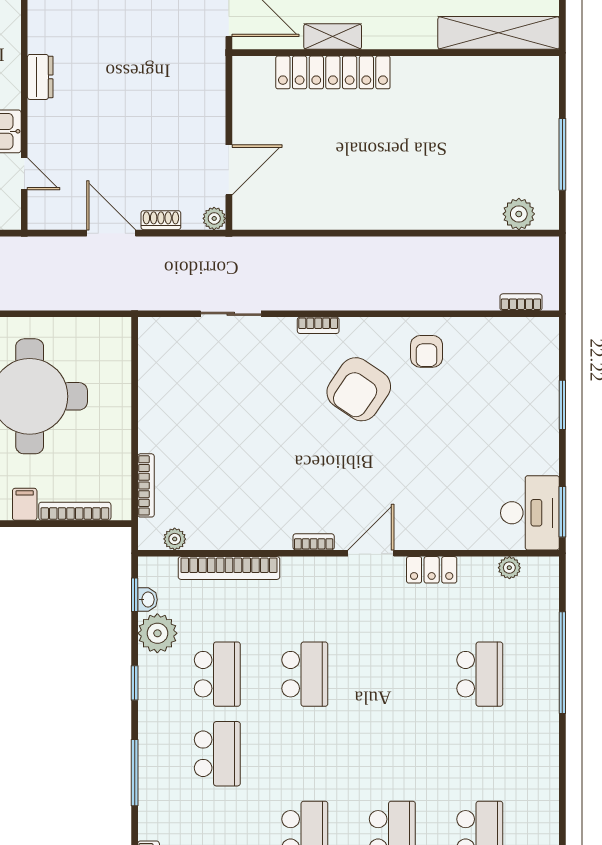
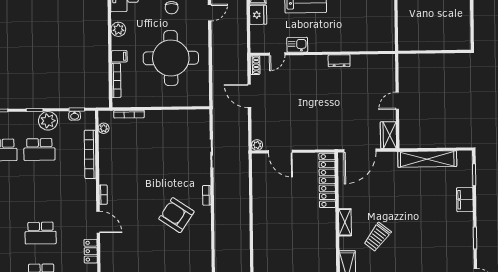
shelving: (333, 37) -> (345, 222), moved
locker: (333, 72) -> (327, 180), moved
dresser: (40, 77) -> (339, 61), moved
shoe rack: (161, 220) -> (255, 65), moved
door: (111, 233) -> (249, 96), swing flipped
armchair: (427, 351) -> (195, 247), removed
plant: (157, 633) -> (48, 121), moved
school desk: (305, 674) -> (41, 233), moved

